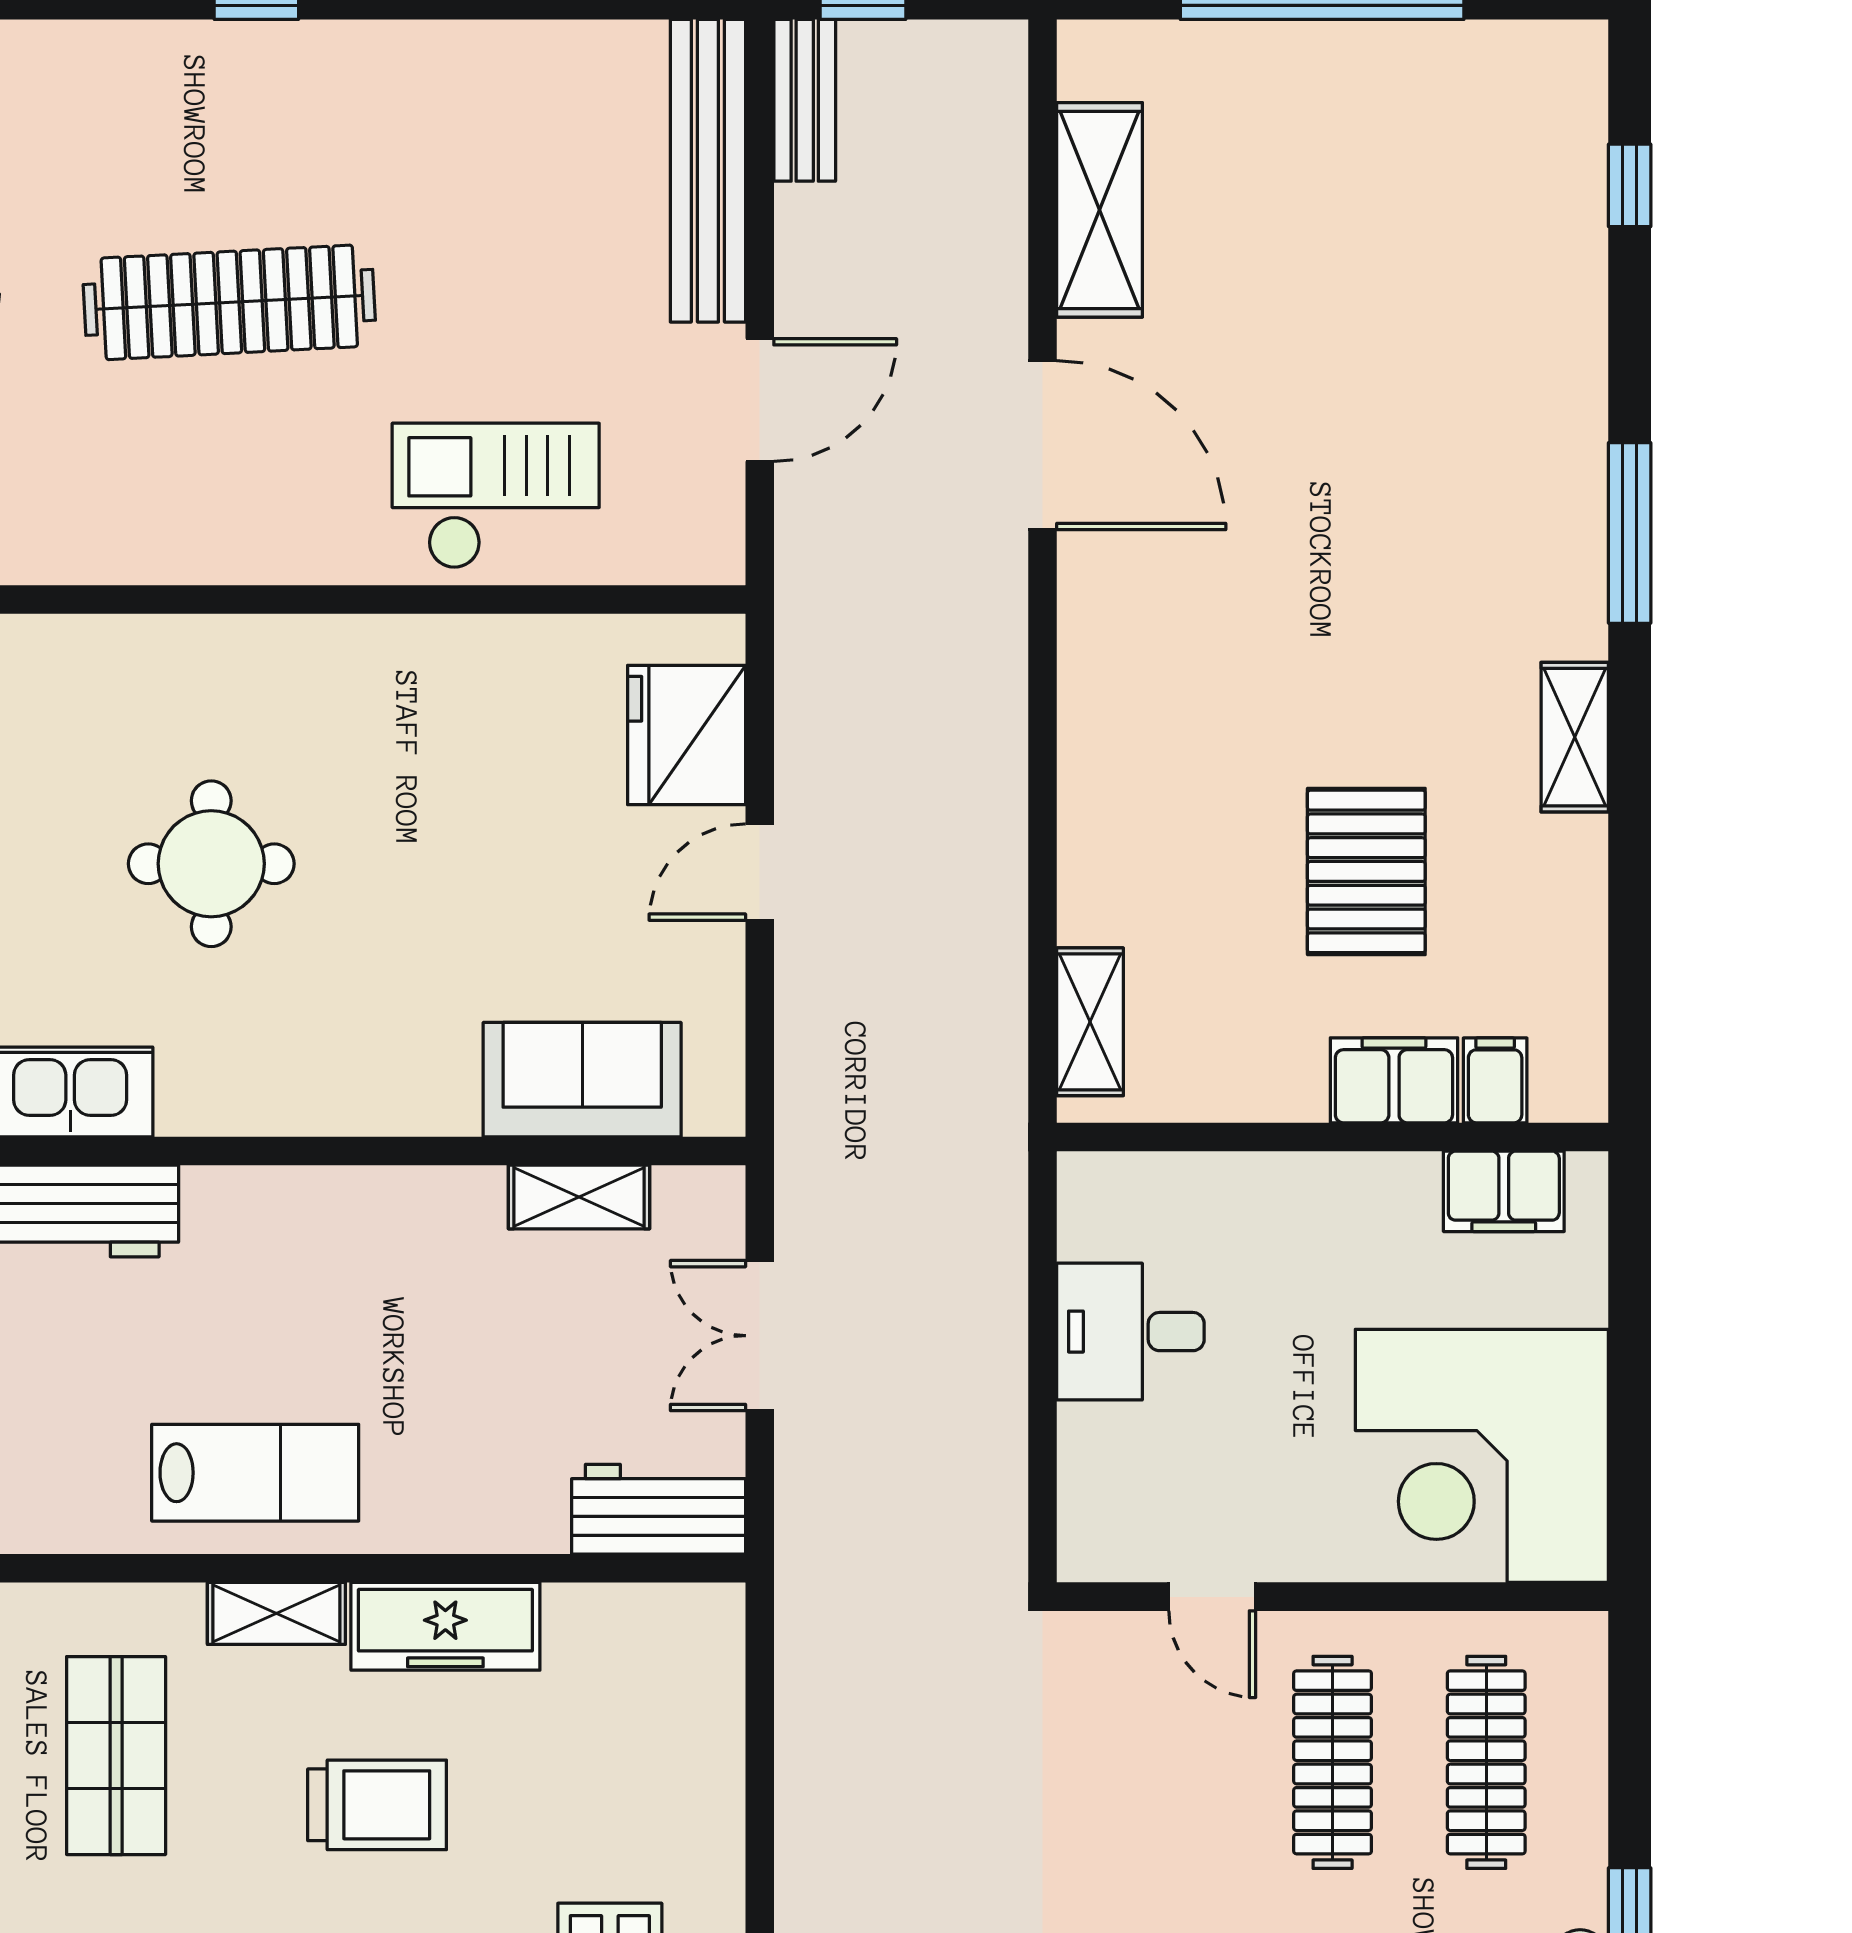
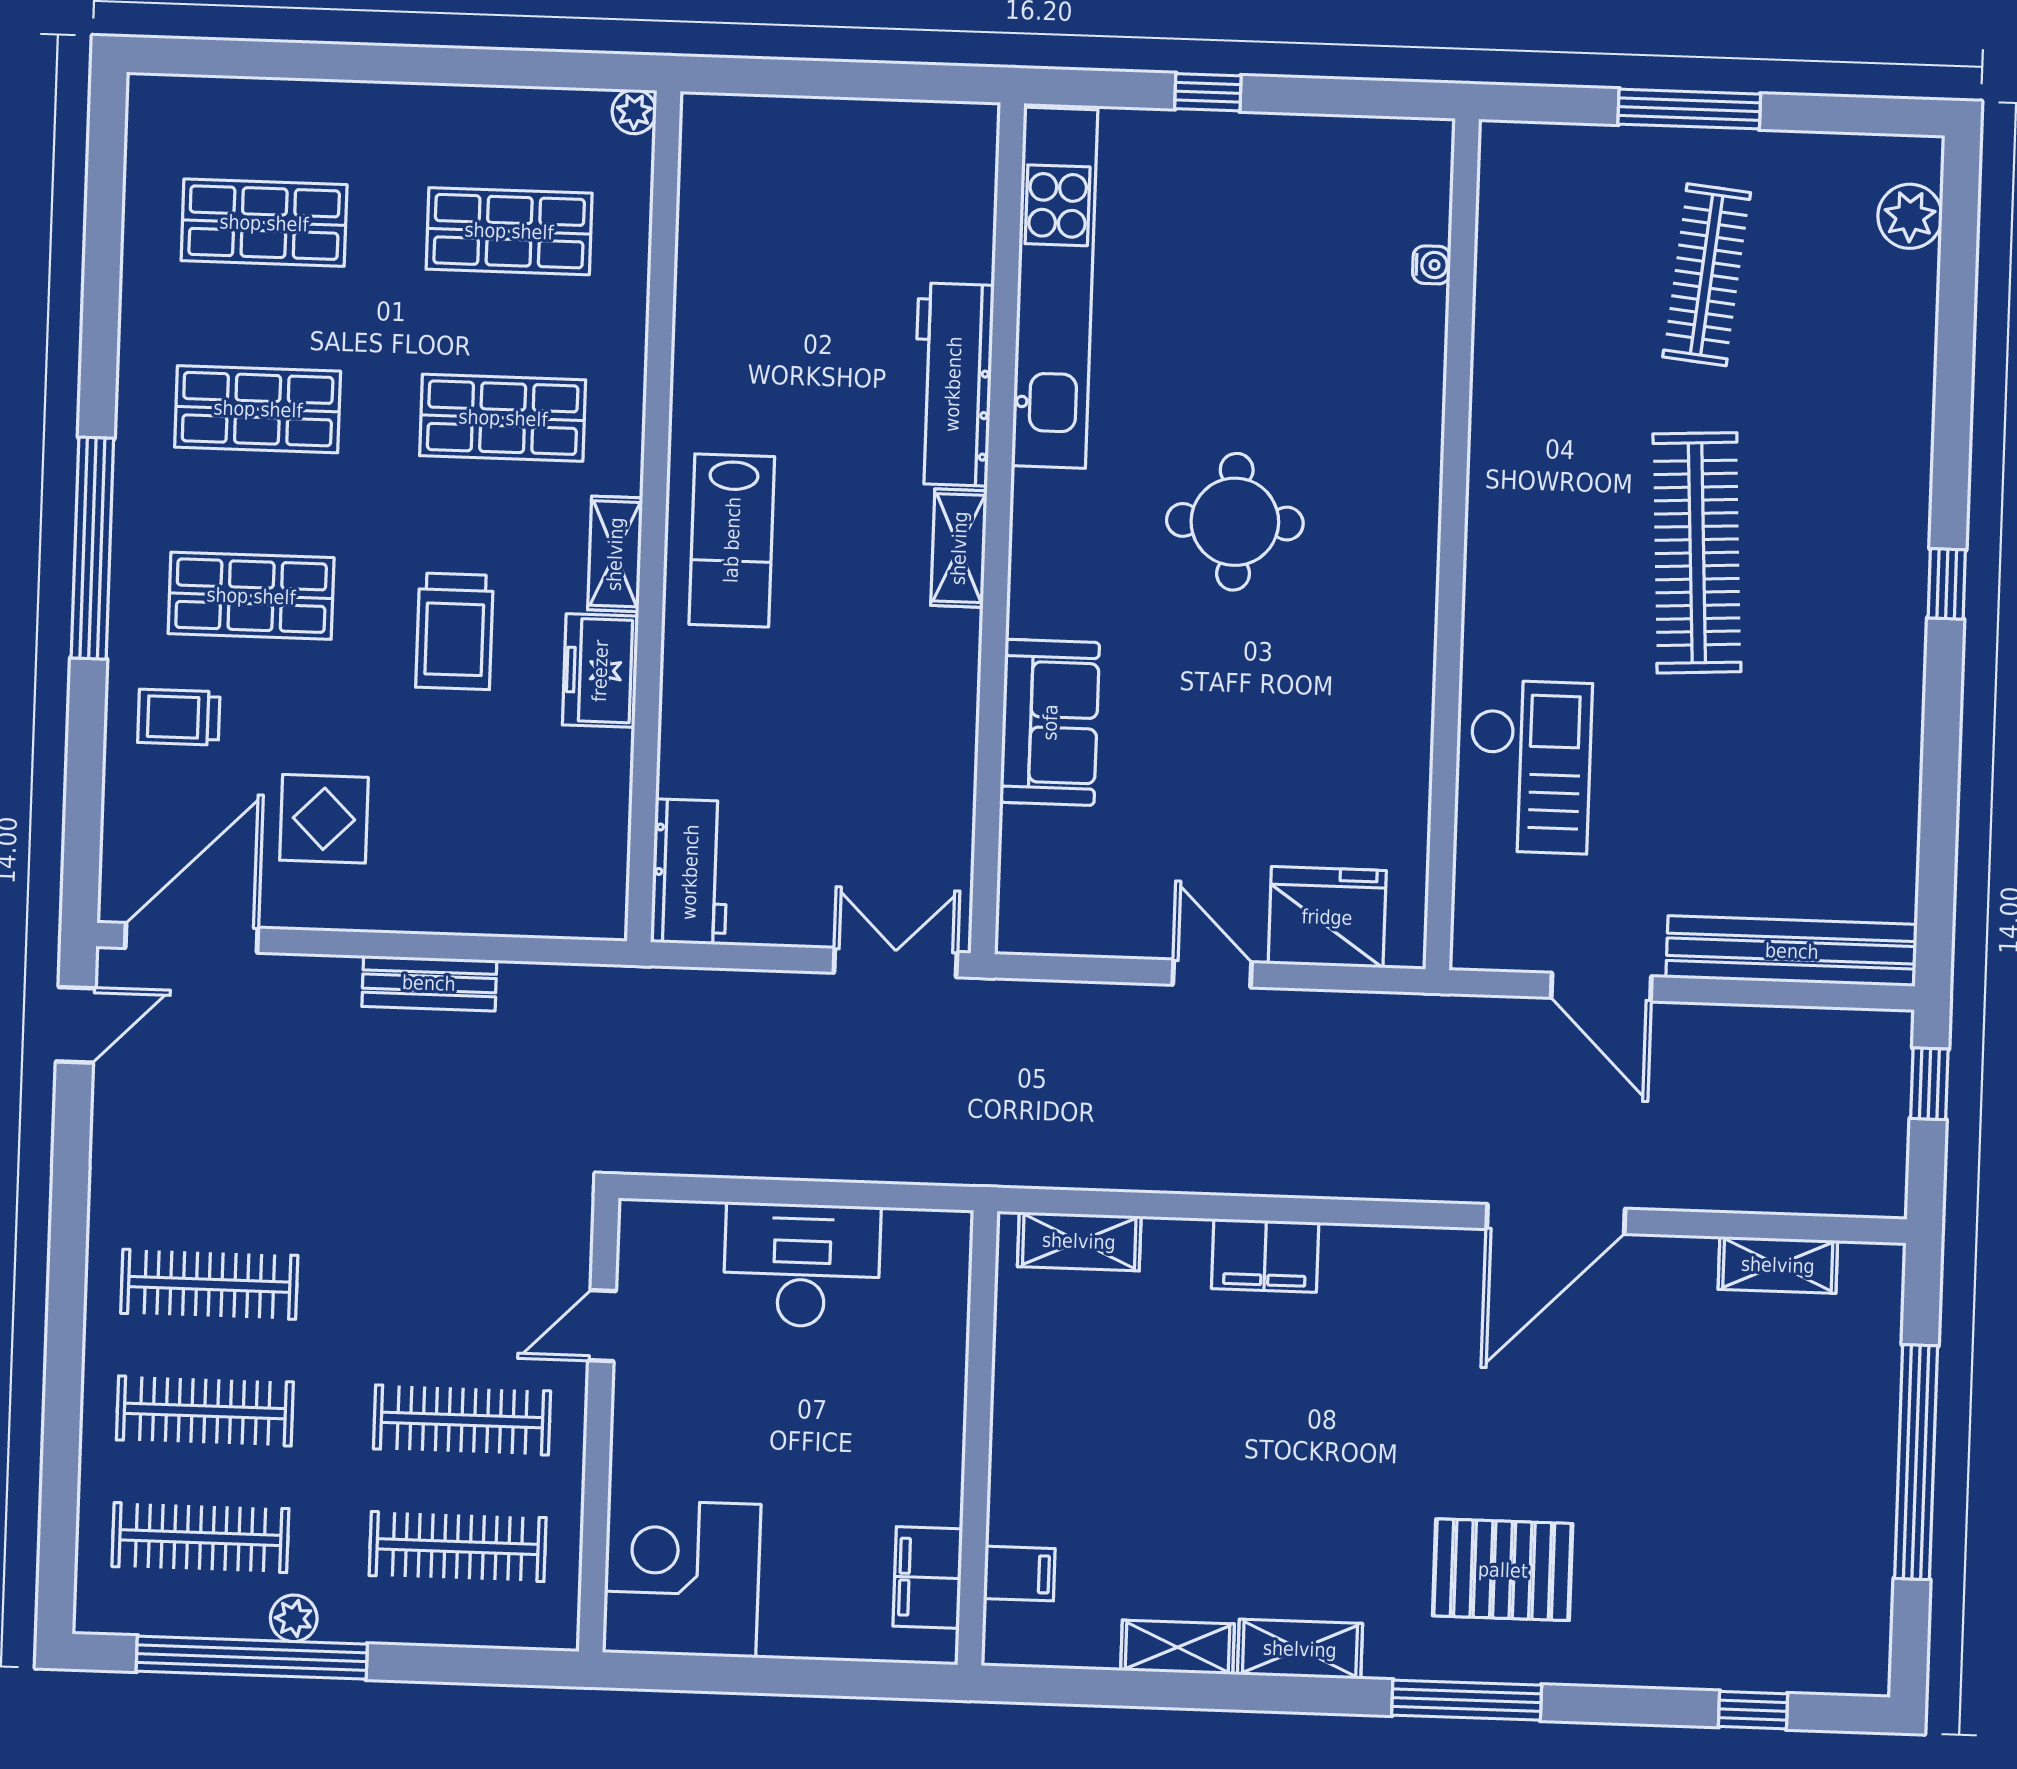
bench: (805, 100) -> (429, 983), moved
shelving: (1100, 210) -> (1778, 1265), width x0.67, depth x0.75
pallet: (1366, 871) -> (1503, 1570), moved
shelving: (1578, 886) -> (1177, 1647), added
sofa: (582, 1080) -> (1050, 722), moved
filing cabinet: (1394, 1080) -> (1265, 1255), moved, turned 90
shelving: (579, 1197) -> (959, 548), moved
desk: (1130, 1332) -> (802, 1265), width x1.37
double door: (760, 1336) -> (895, 962), moved
corner desk: (1482, 1456) -> (682, 1578), width x0.74, depth x0.74
freezer: (445, 1626) -> (600, 671), width x0.71

